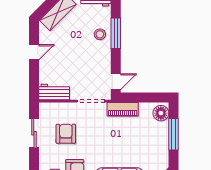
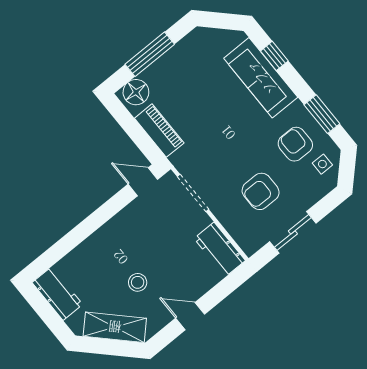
window: (116, 33) -> (81, 232), removed
stool: (100, 34) -> (138, 282), moved
piano: (123, 109) -> (159, 131), moved

